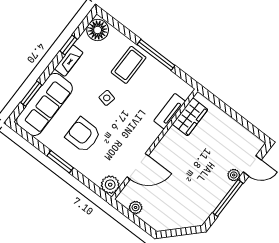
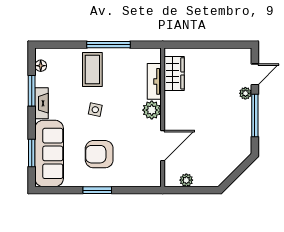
floor lamp: (98, 30) -> (41, 66), width x0.53, depth x0.53
window: (68, 45) -> (32, 91), width x1.50
plant: (110, 185) -> (152, 110), moved

